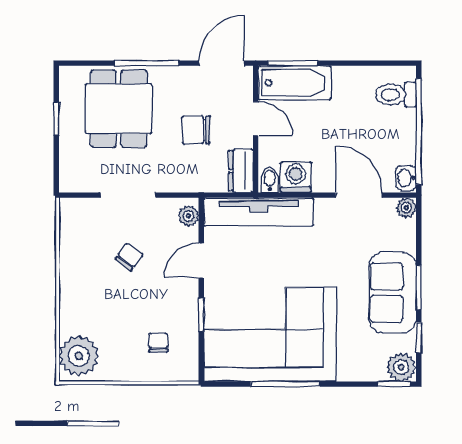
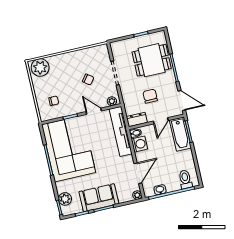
washbasin: (406, 178) -> (160, 190), moved
plant: (401, 367) -> (65, 199), moved

